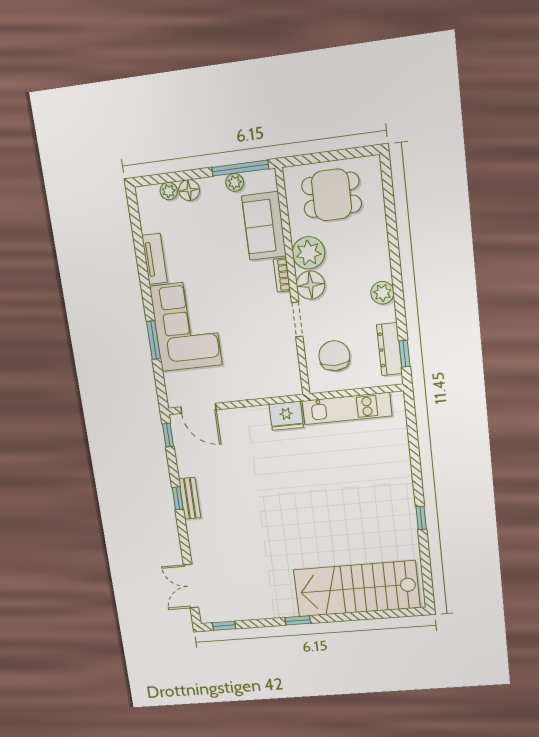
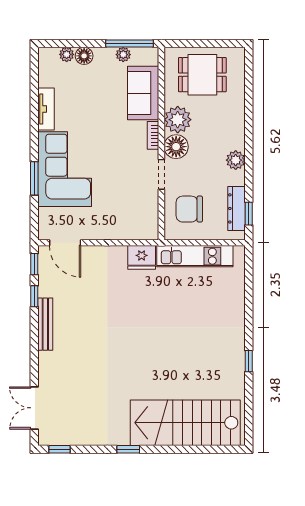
chair: (334, 356) -> (189, 209), turned -90
window: (178, 498) -> (34, 296), moved
bench: (190, 498) -> (45, 324), width x1.36

